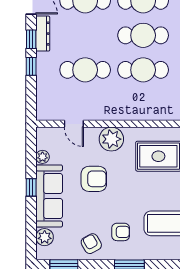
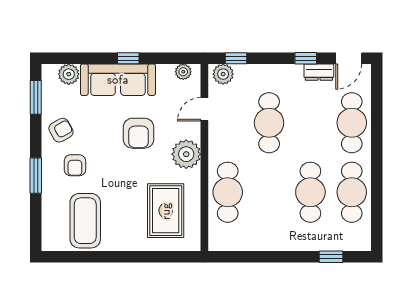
dresser: (43, 34) -> (319, 72), width x0.70
window: (31, 66) -> (236, 58), moved
cafe table: (143, 70) -> (228, 192), moved
plant: (44, 108) -> (223, 74), added
plant: (43, 157) -> (183, 72), moved

